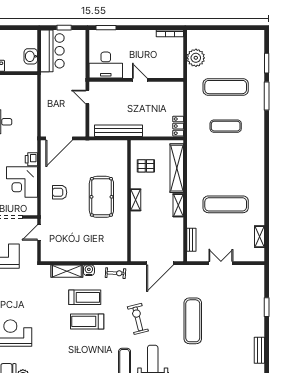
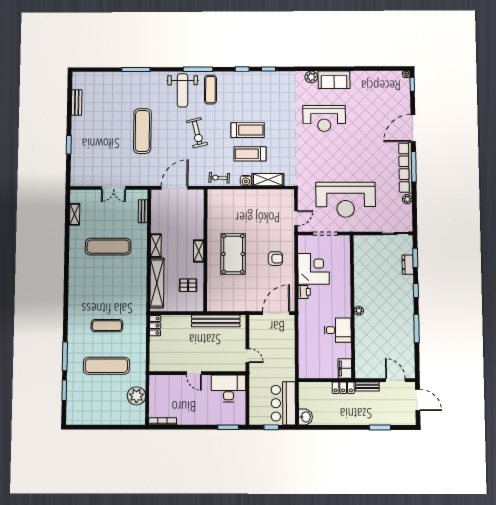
washbasin: (31, 56) -> (305, 417), moved

